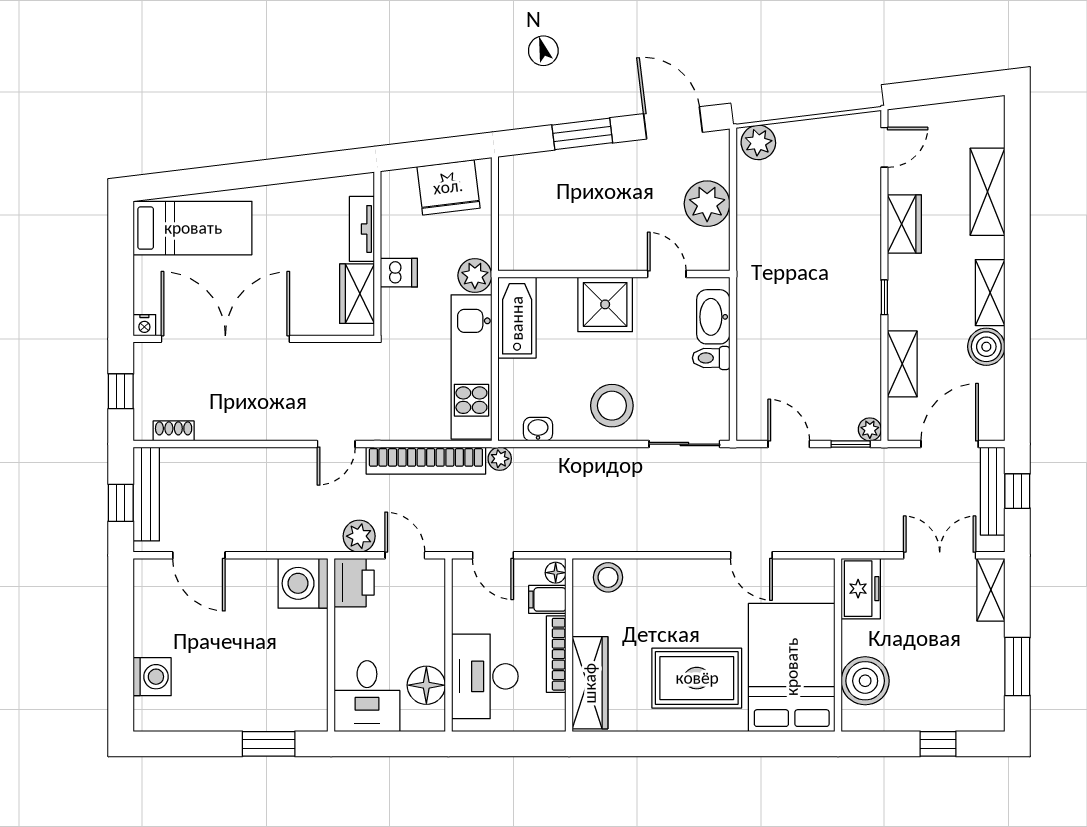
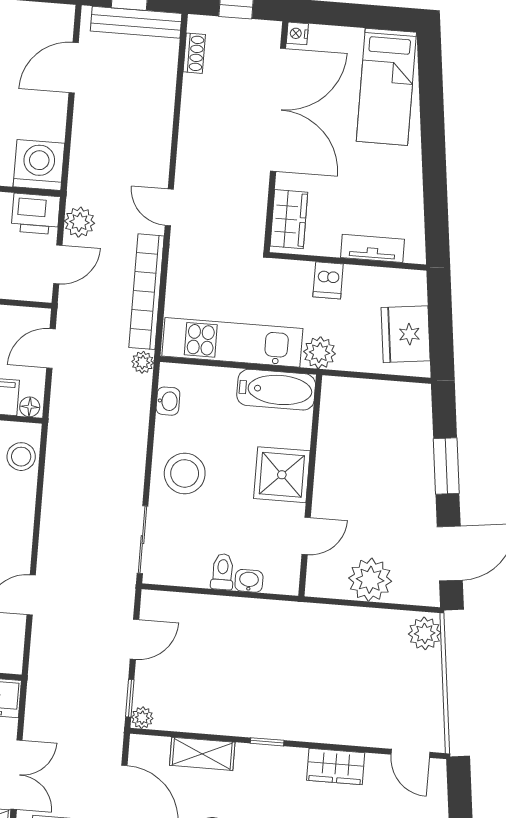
wardrobe: (357, 294) -> (289, 219), moved, turned 90
washbasin: (713, 317) -> (249, 581), width x0.52, depth x0.69

